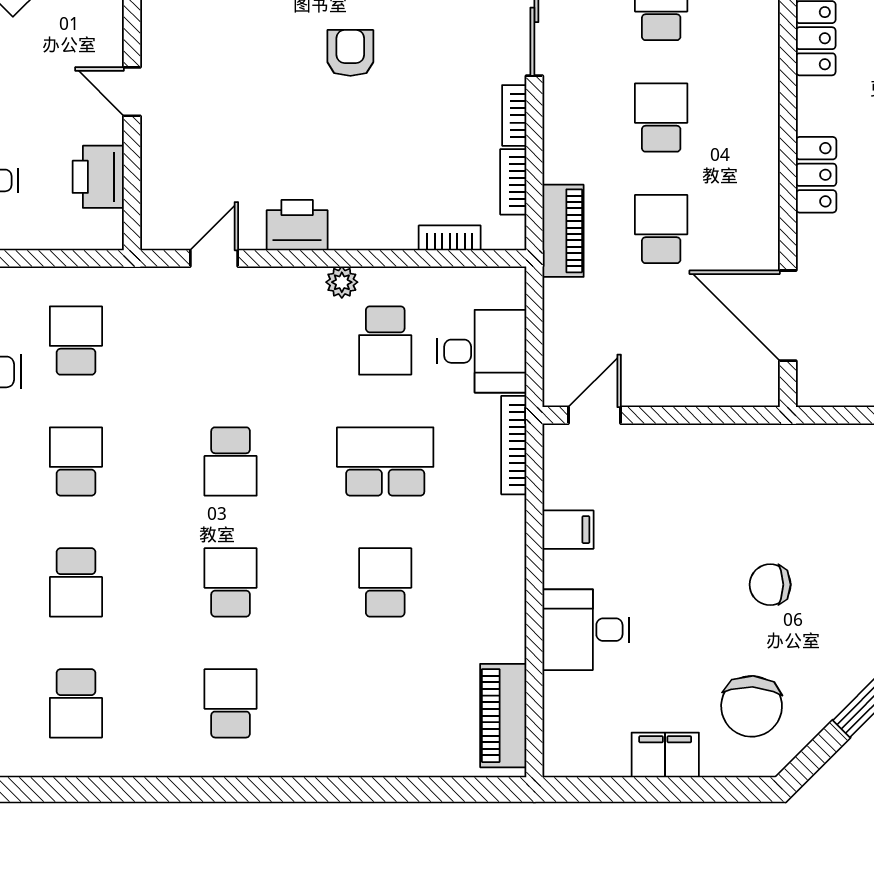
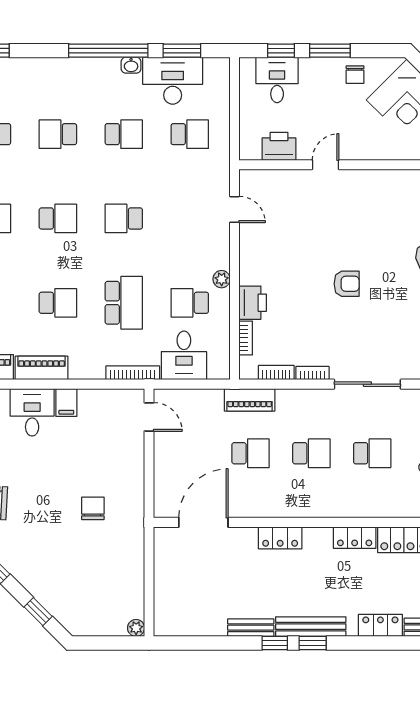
printer: (297, 225) -> (253, 303), moved
filing cabinet: (568, 530) -> (66, 402), moved
chair: (770, 585) -> (93, 508), moved
piano: (505, 612) -> (42, 368), added

